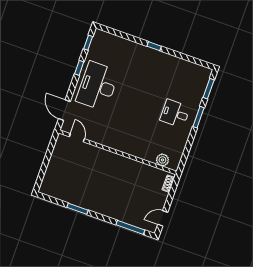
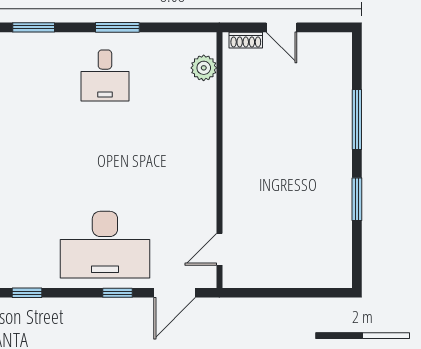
window: (79, 68) -> (117, 293), moved
window: (199, 117) -> (117, 27), moved
door: (163, 218) -> (282, 27), moved
window: (130, 227) -> (357, 119), moved

